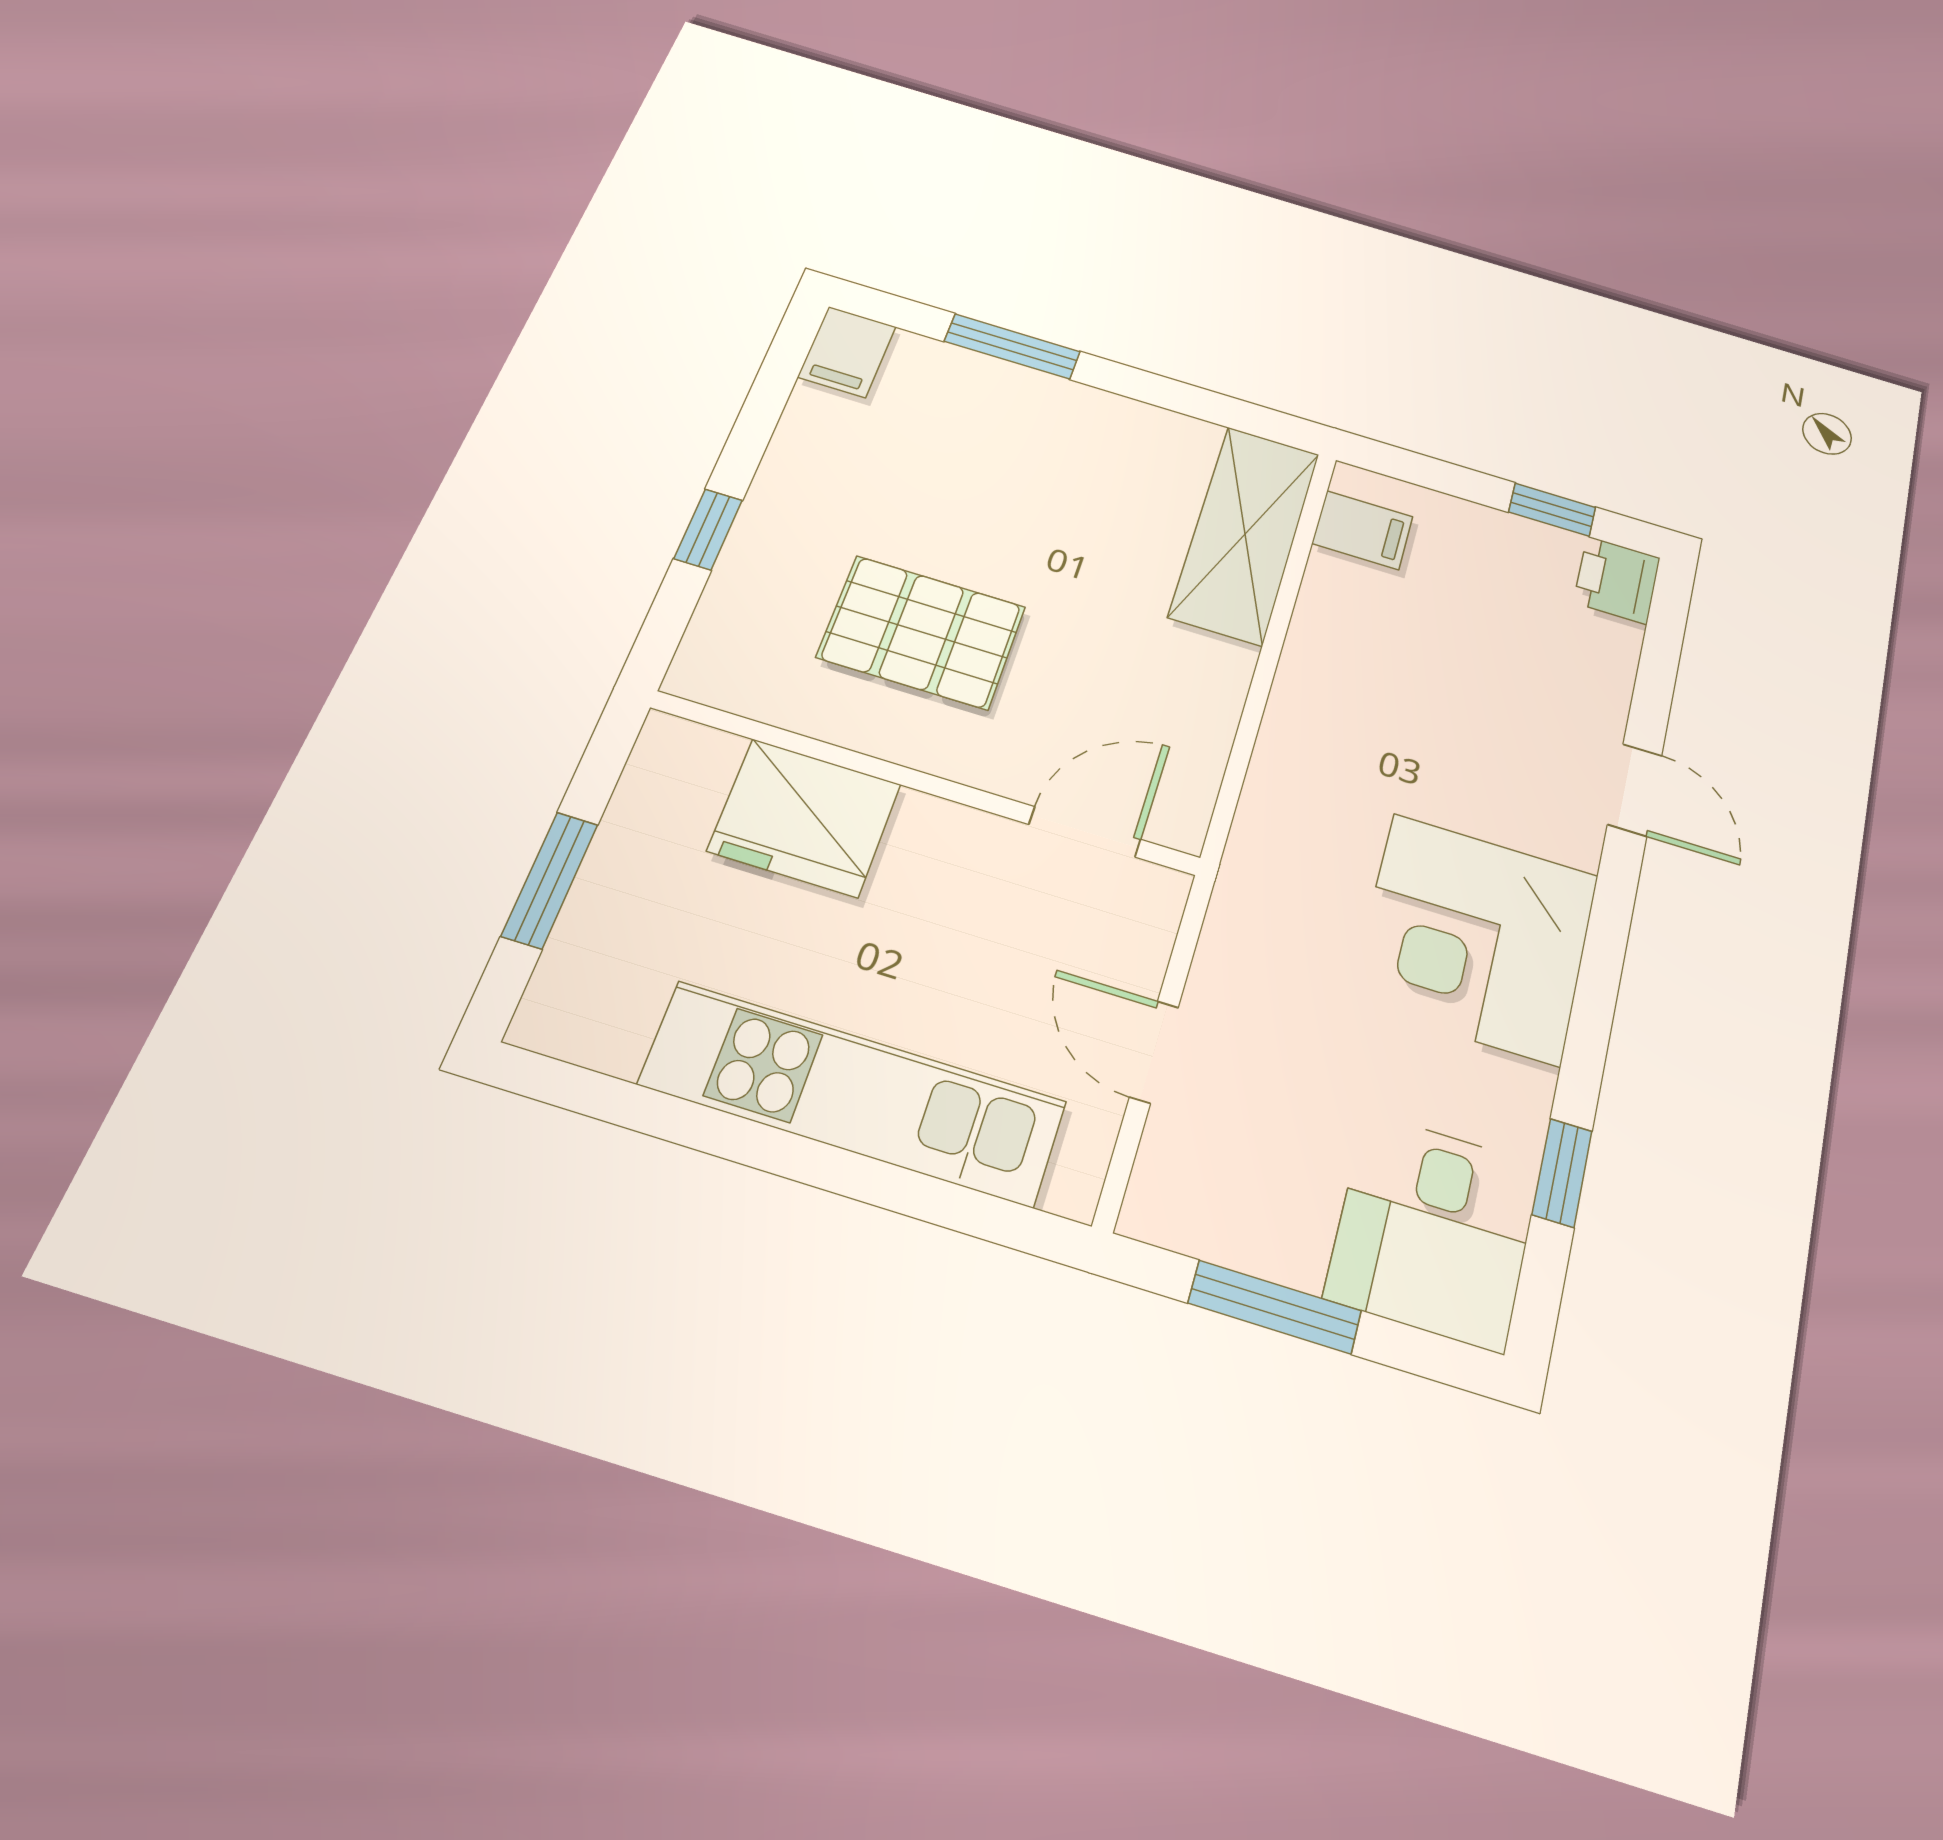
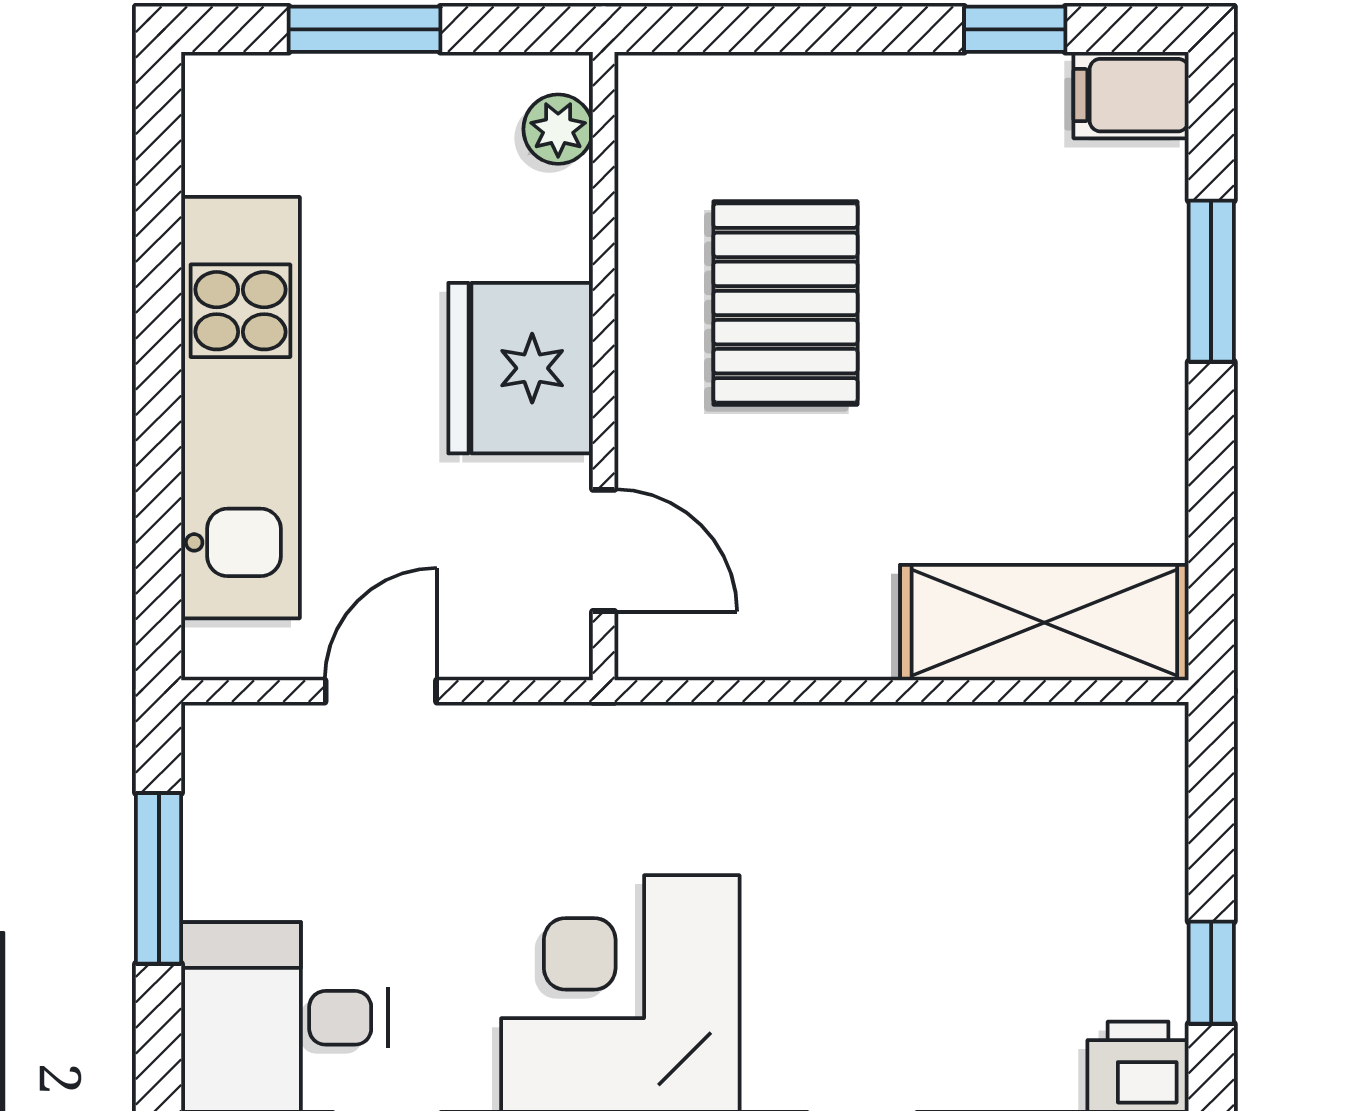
window: (708, 529) -> (1015, 29), moved
filing cabinet: (1362, 530) -> (1100, 756), removed
plant: (705, 754) -> (558, 129), added
fridge: (805, 817) -> (521, 368), moved

